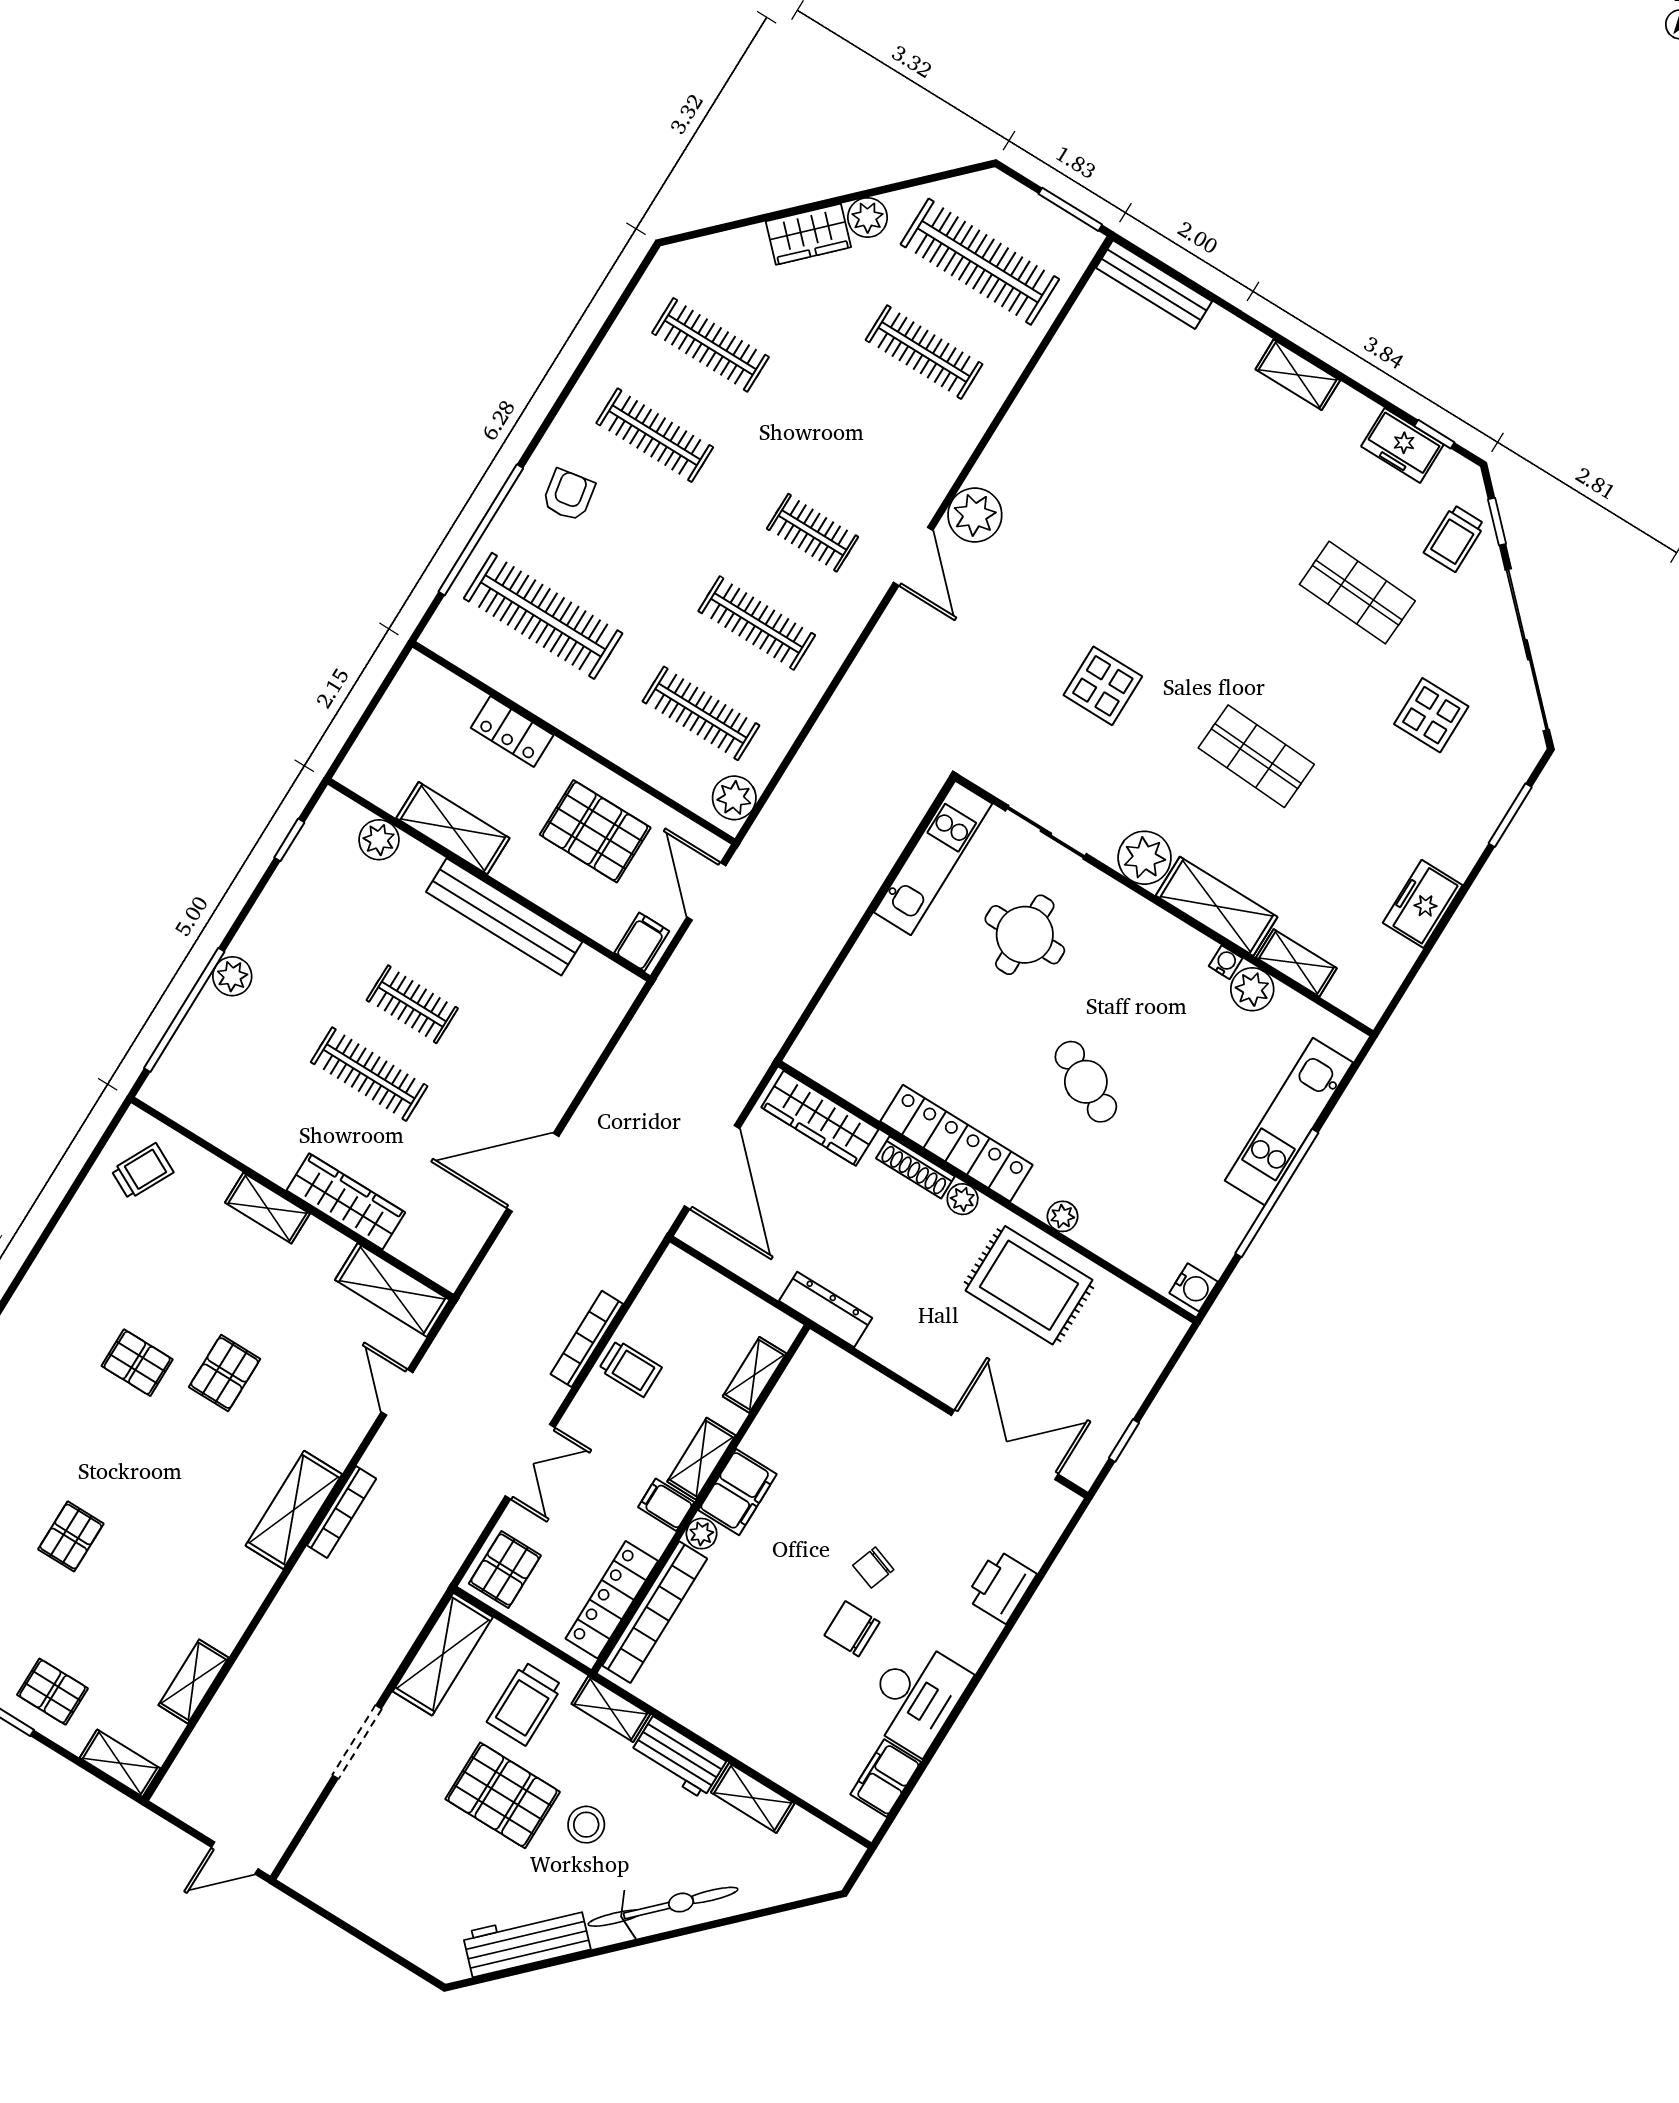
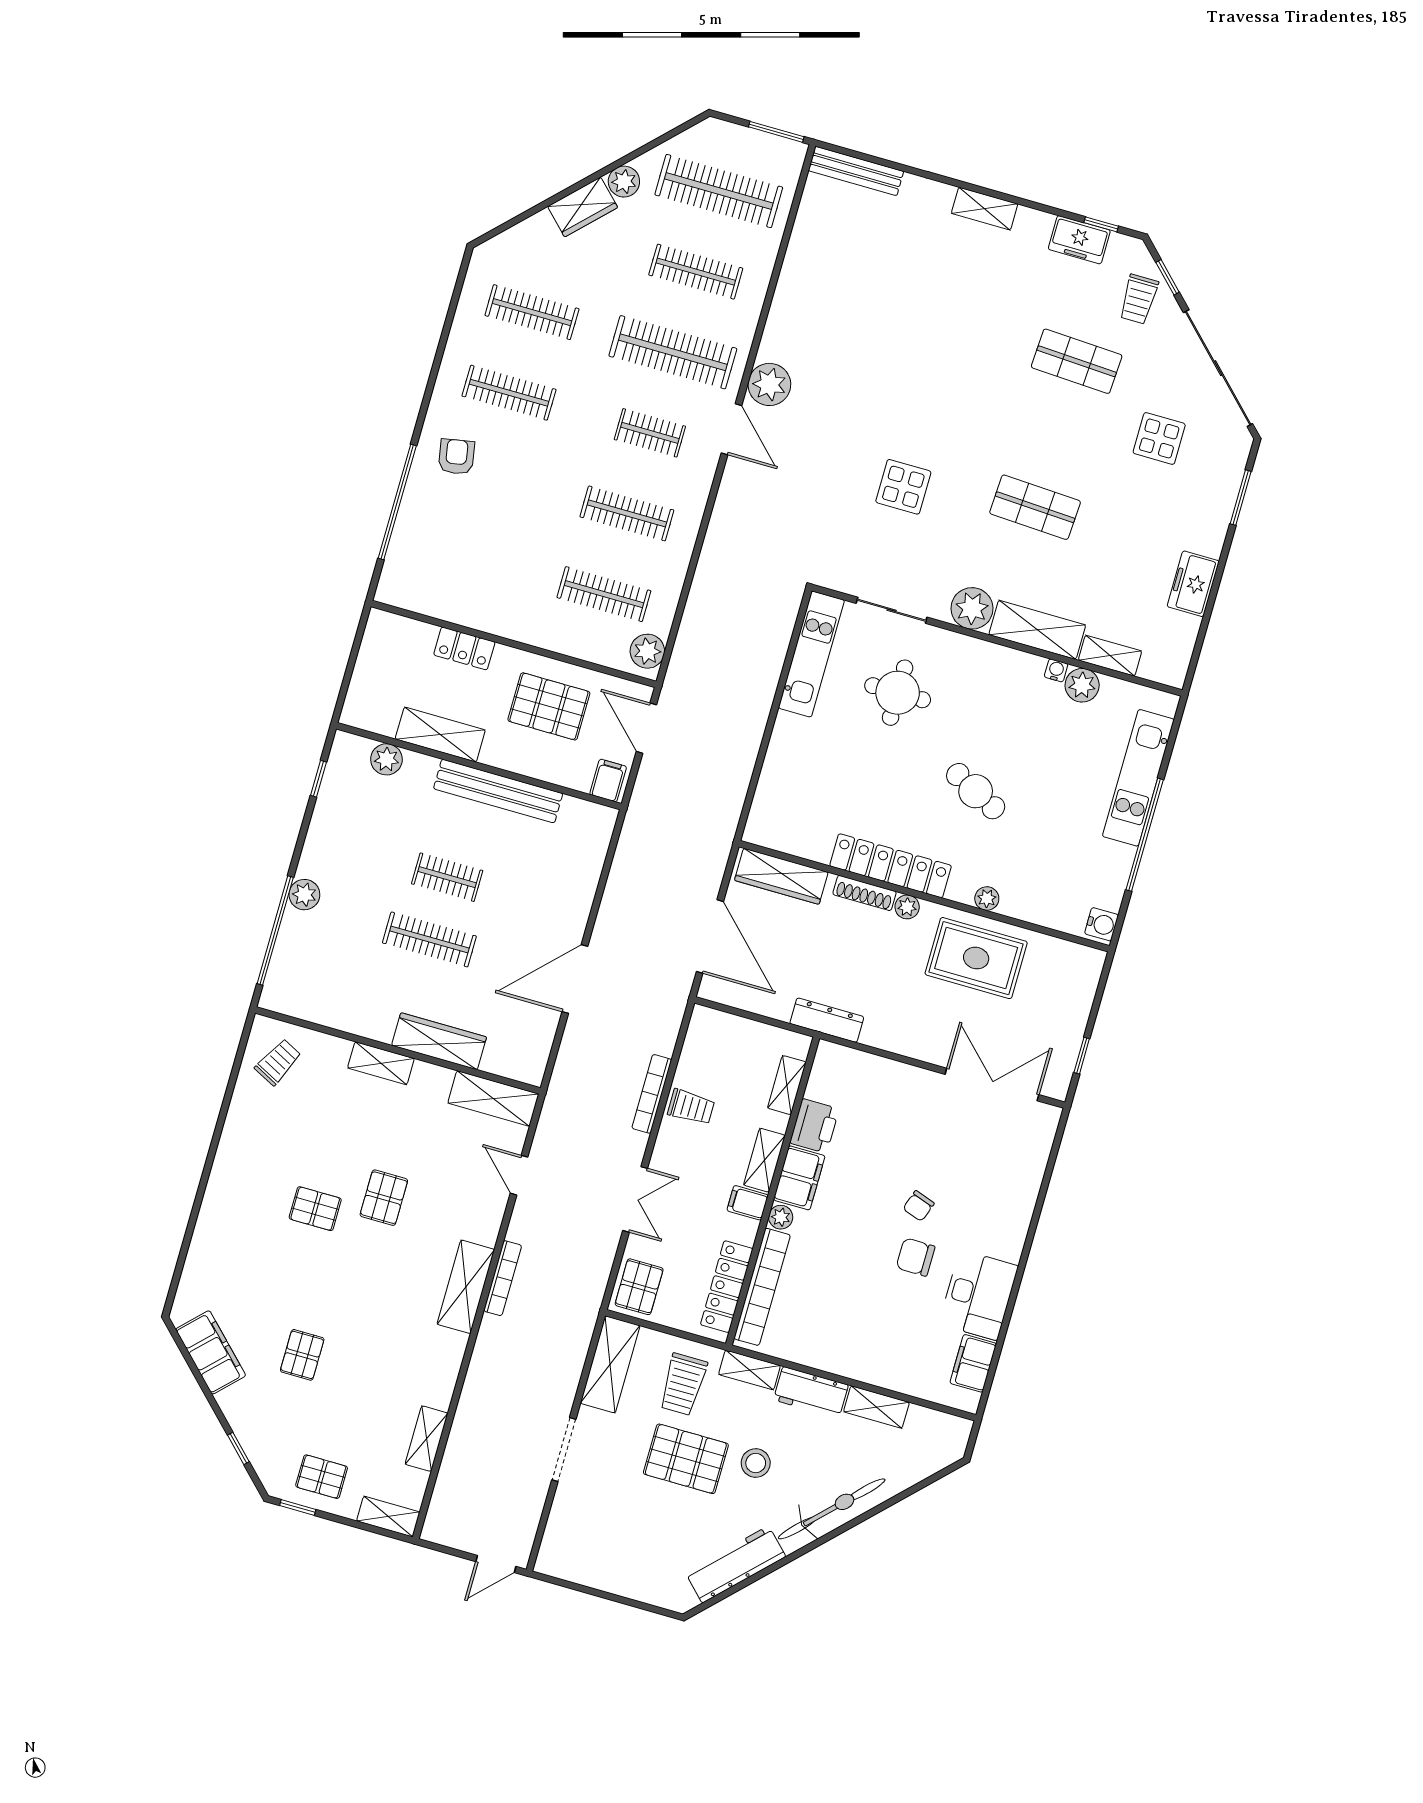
clothes rail: (543, 616) -> (673, 352), moved
printer: (1001, 1586) -> (814, 1126), moved, turned 180

